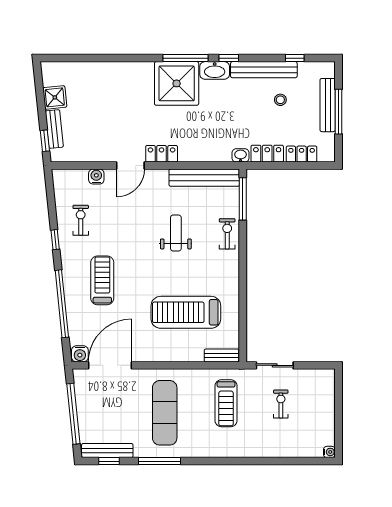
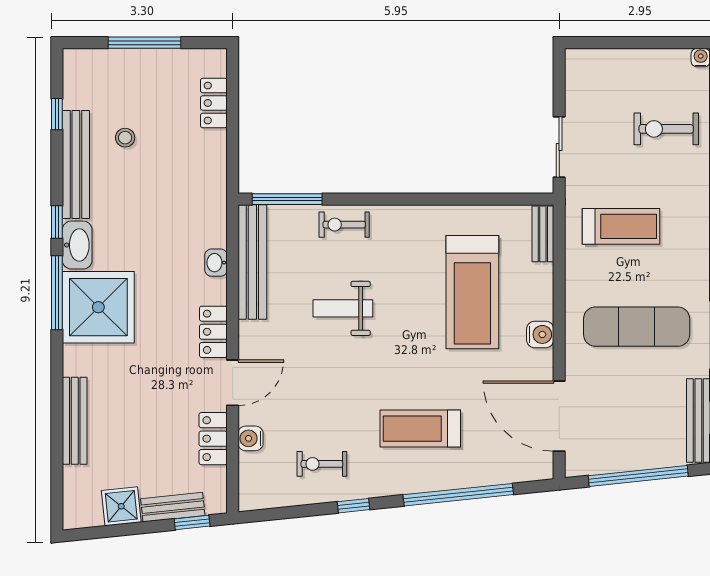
bench: (328, 105) -> (75, 421), moved, turned 90
locker: (267, 154) -> (213, 439), moved
washbasin: (241, 155) -> (216, 263), moved
door: (130, 166) -> (233, 383), hinge flipped
water cooler: (80, 354) -> (540, 334), moved
exercise bike: (281, 404) -> (666, 129), moved, width x1.38, depth x1.39

